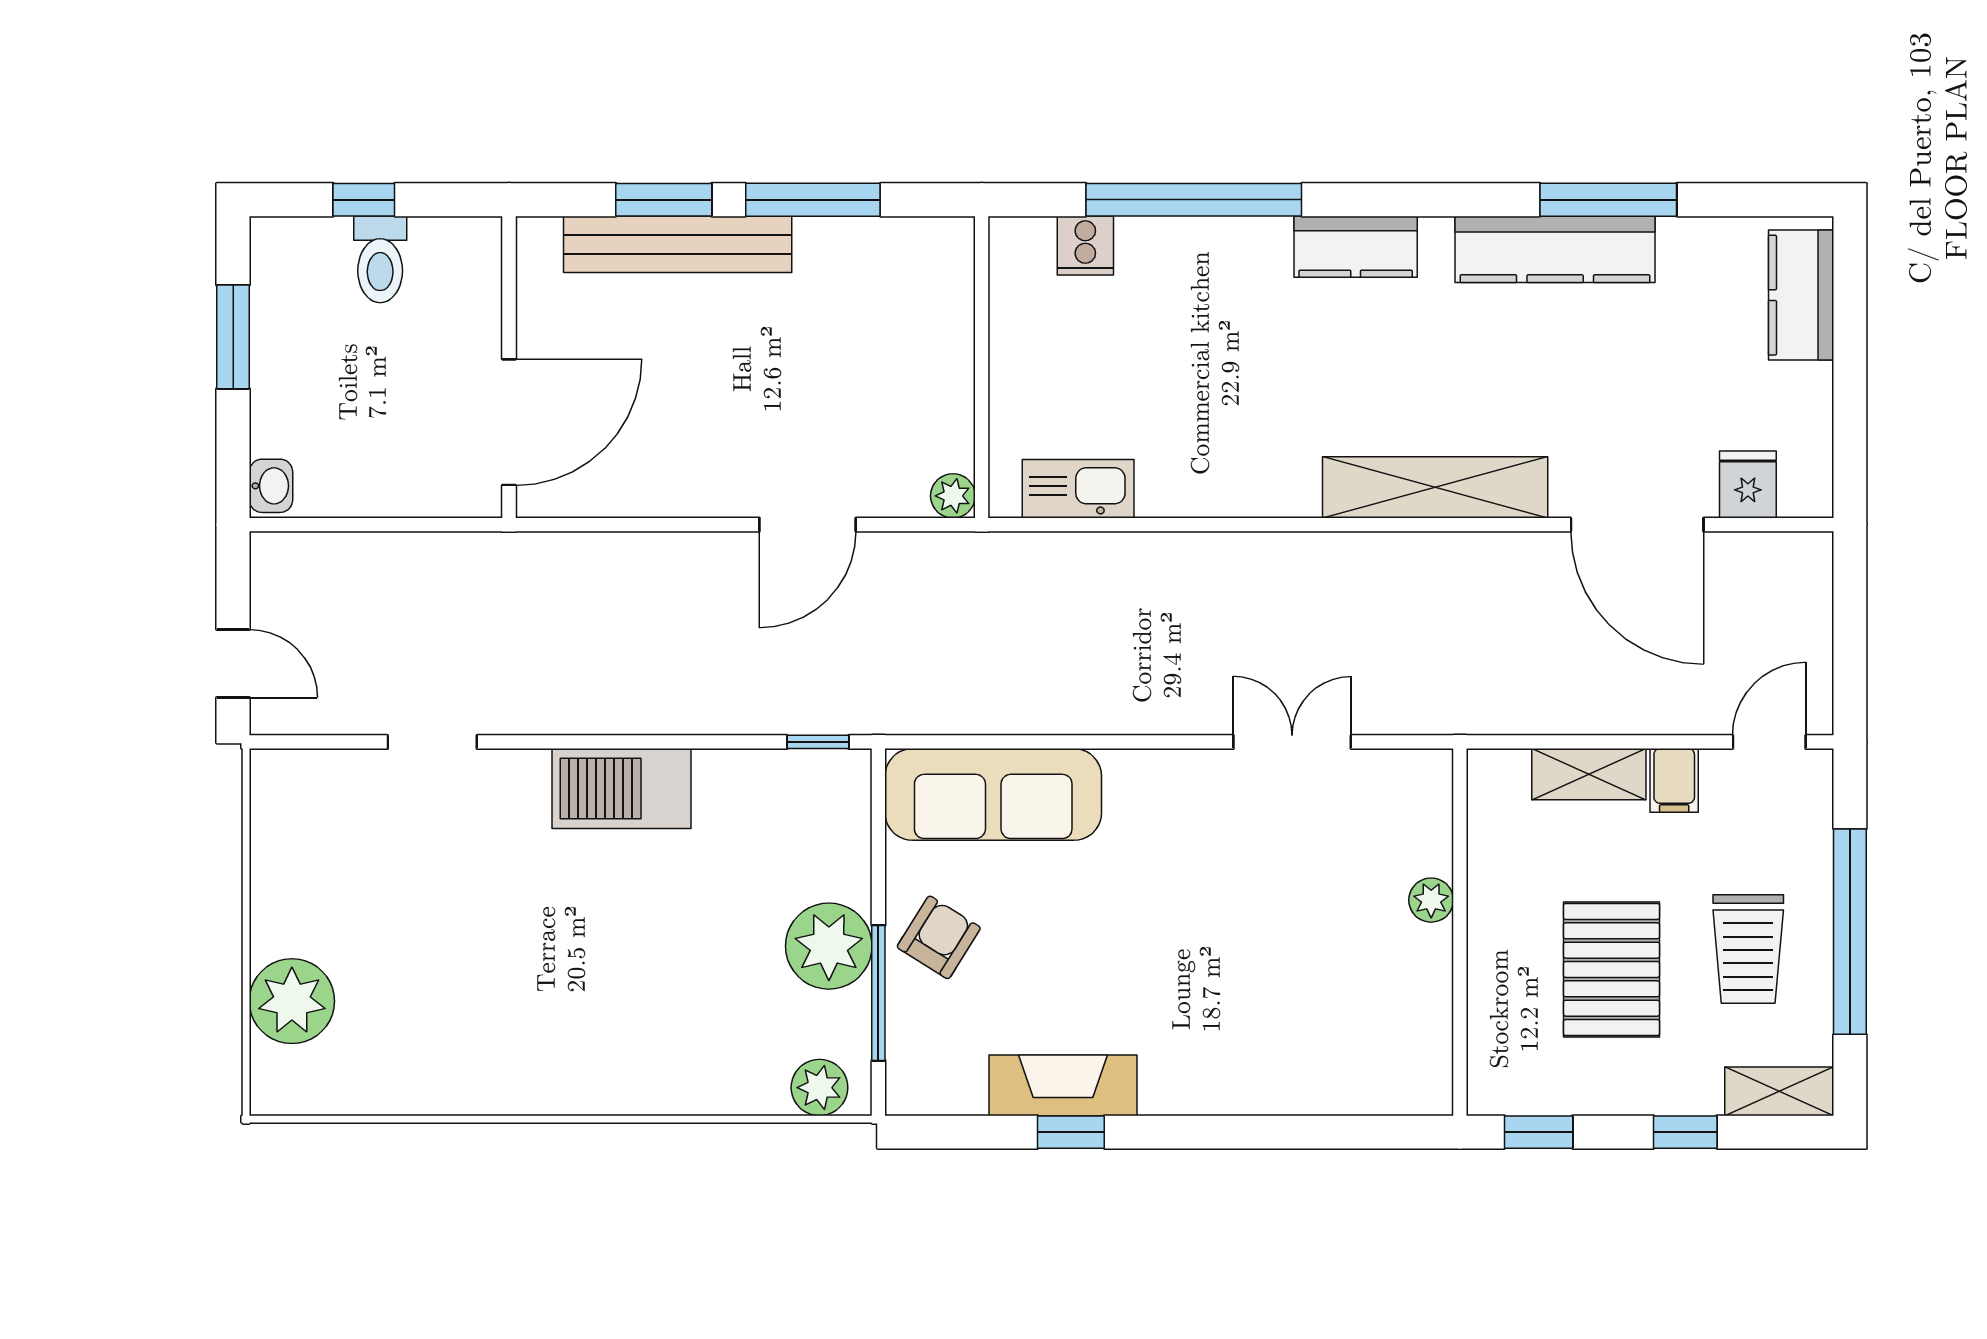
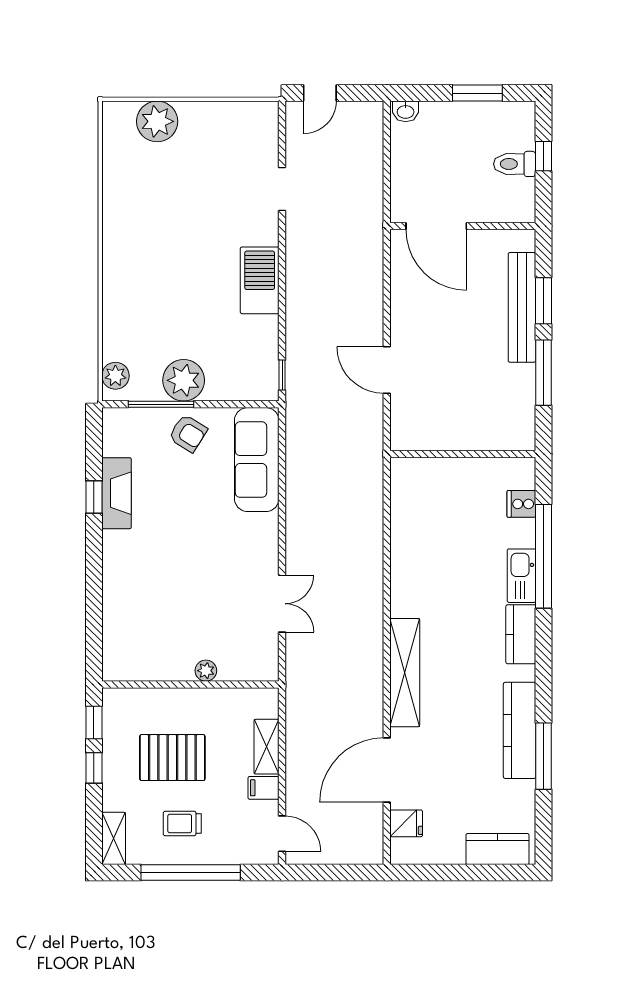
kitchen sink: (1078, 489) -> (521, 576), moved, turned 180
plant: (953, 496) -> (401, 440), removed
trolley: (1748, 949) -> (182, 823), width x0.73, depth x0.72
window: (1685, 1132) -> (94, 768), moved

